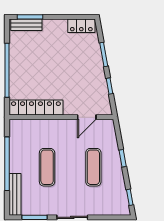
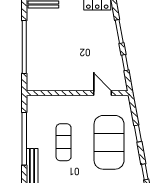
locker: (36, 107) -> (53, 84), removed
door: (87, 117) -> (103, 93), swing flipped
exercise mat: (93, 167) -> (109, 142), width x2.00, depth x1.45

